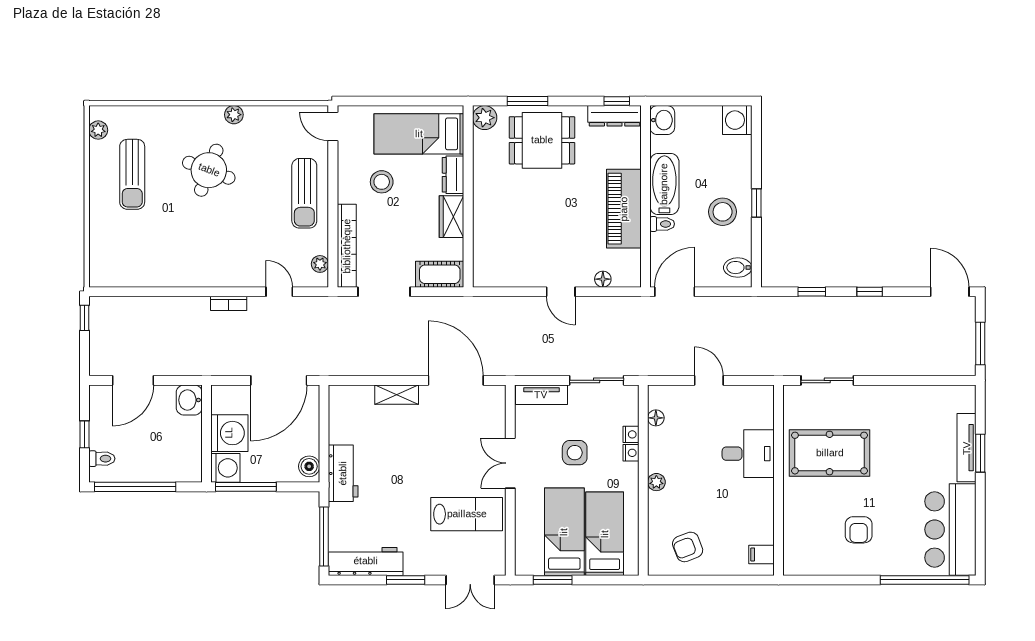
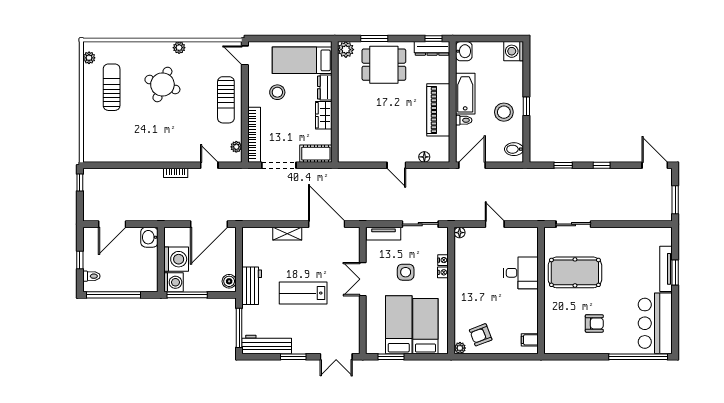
sun lounger: (132, 174) -> (112, 87), turned 180
floor lamp: (656, 418) -> (460, 233), moved
plant: (656, 482) -> (460, 348), moved
lab bench: (467, 514) -> (303, 293), moved, turned 180
armchair: (859, 530) -> (594, 323), turned -90

